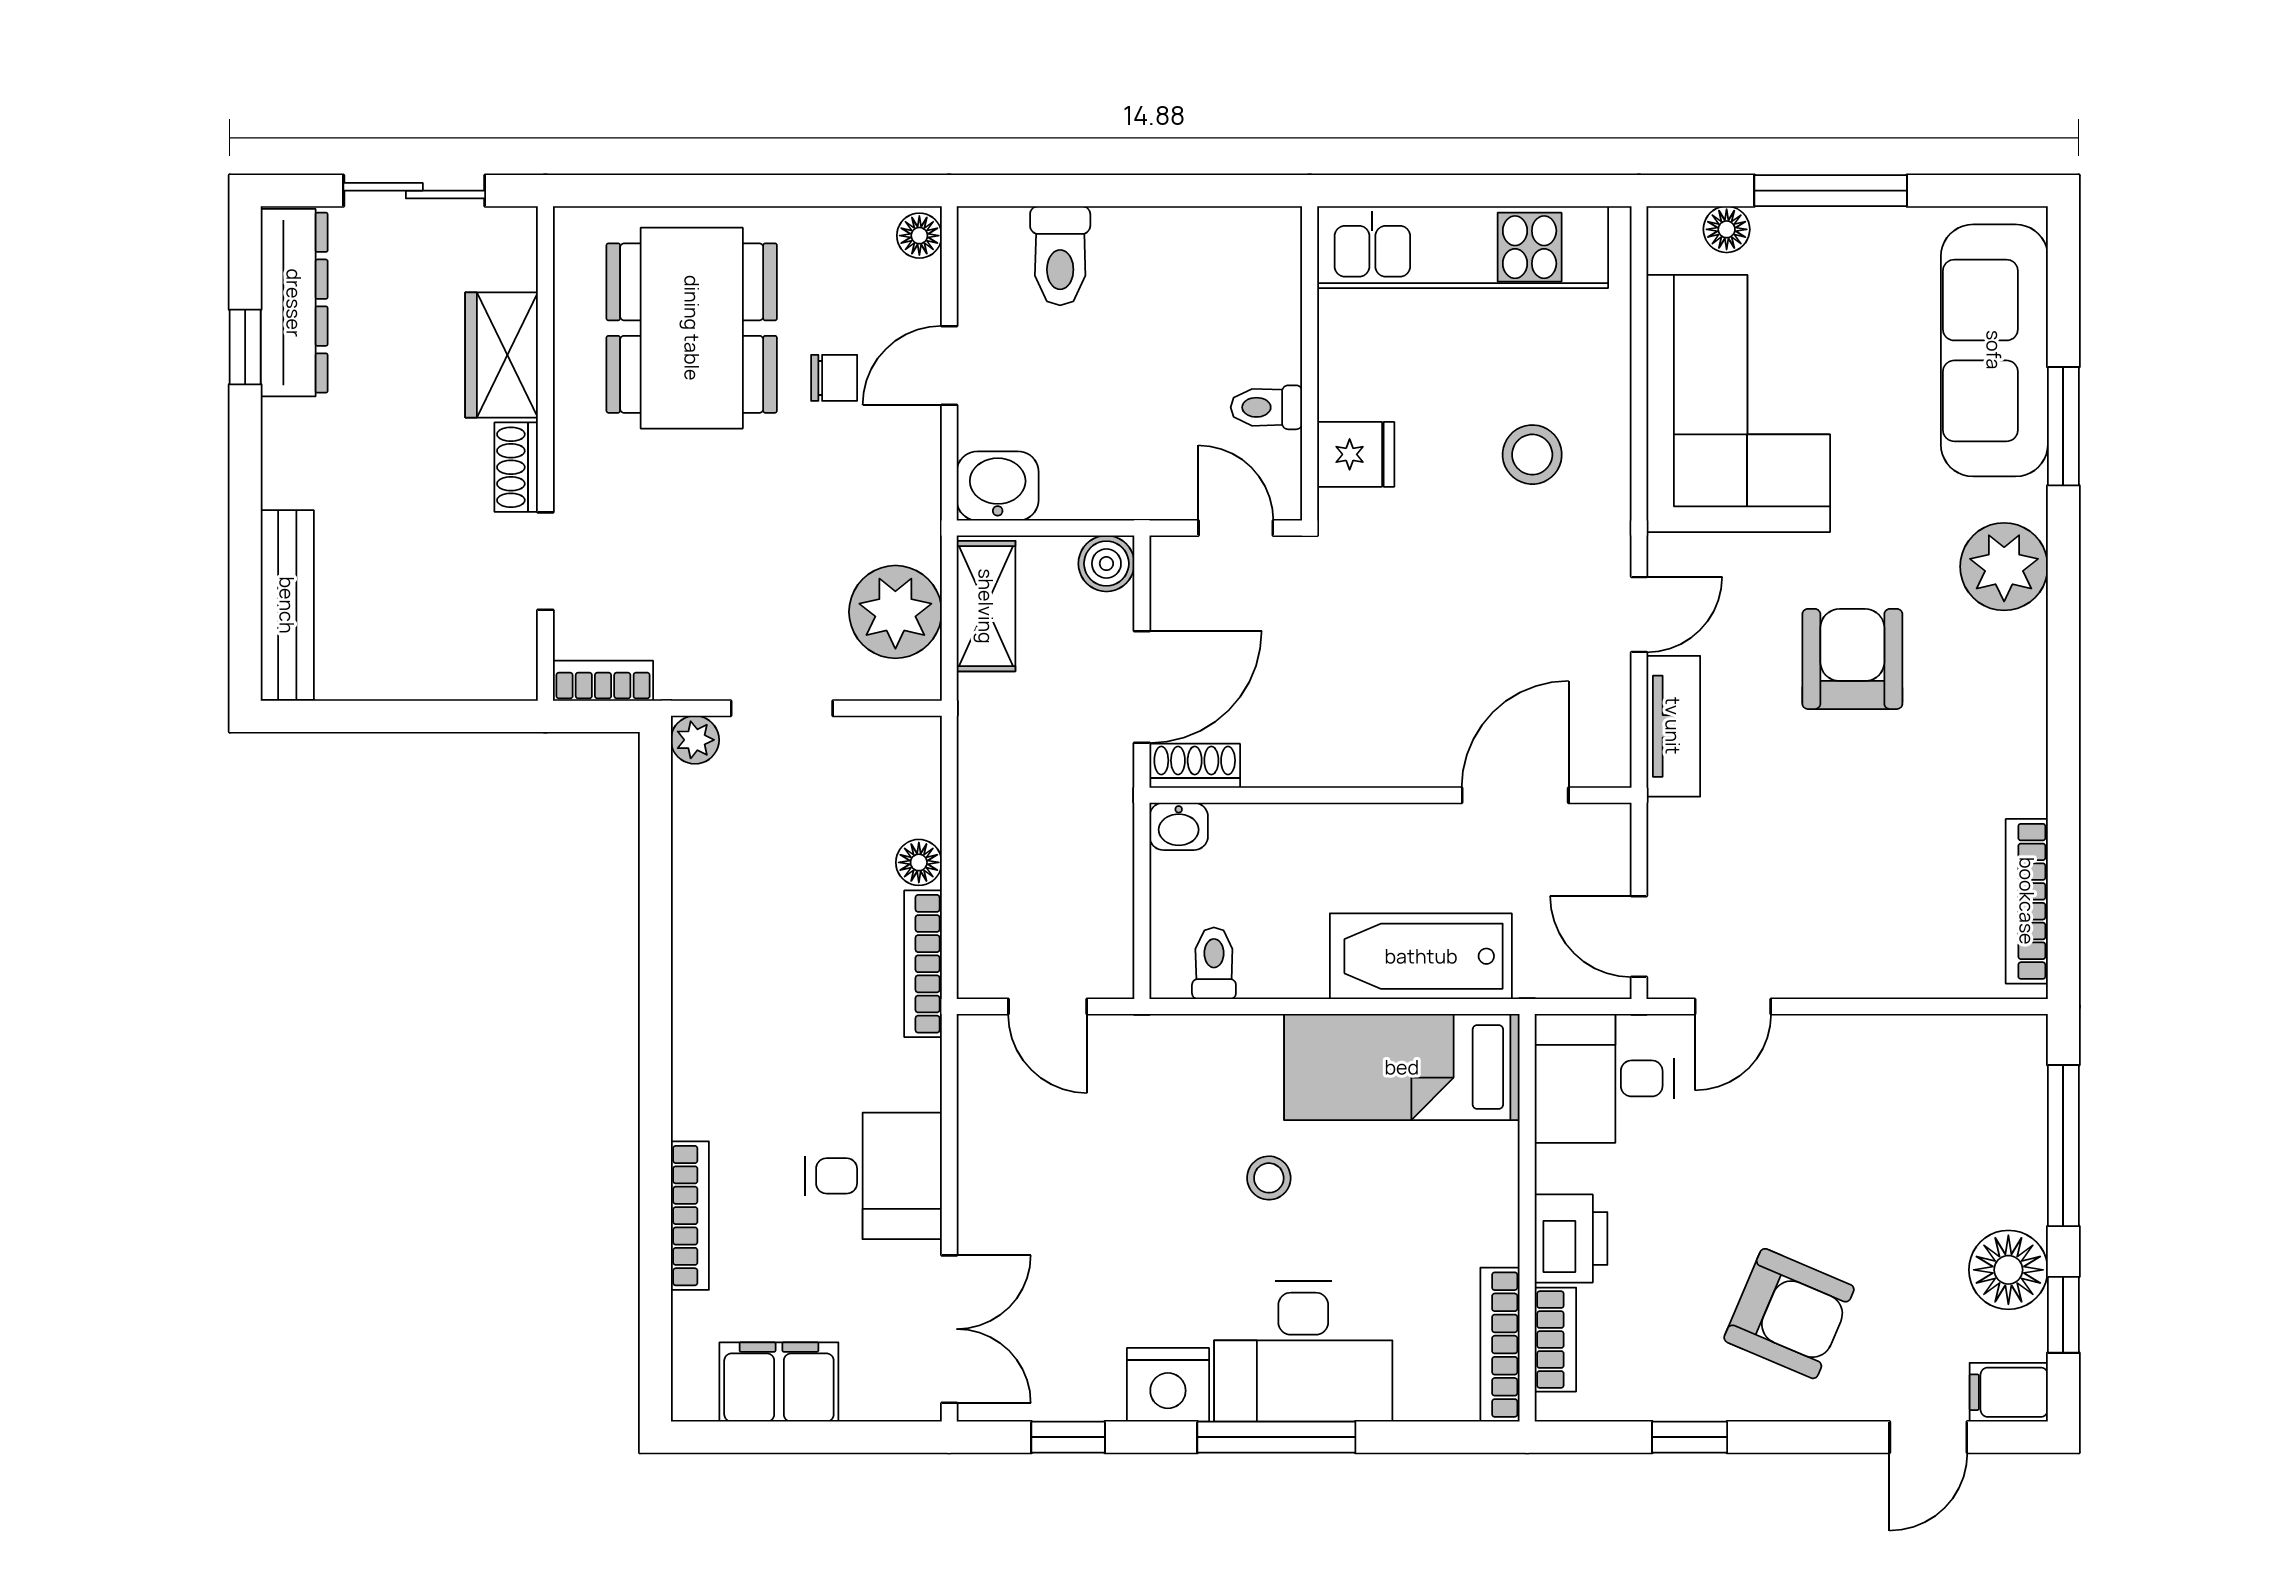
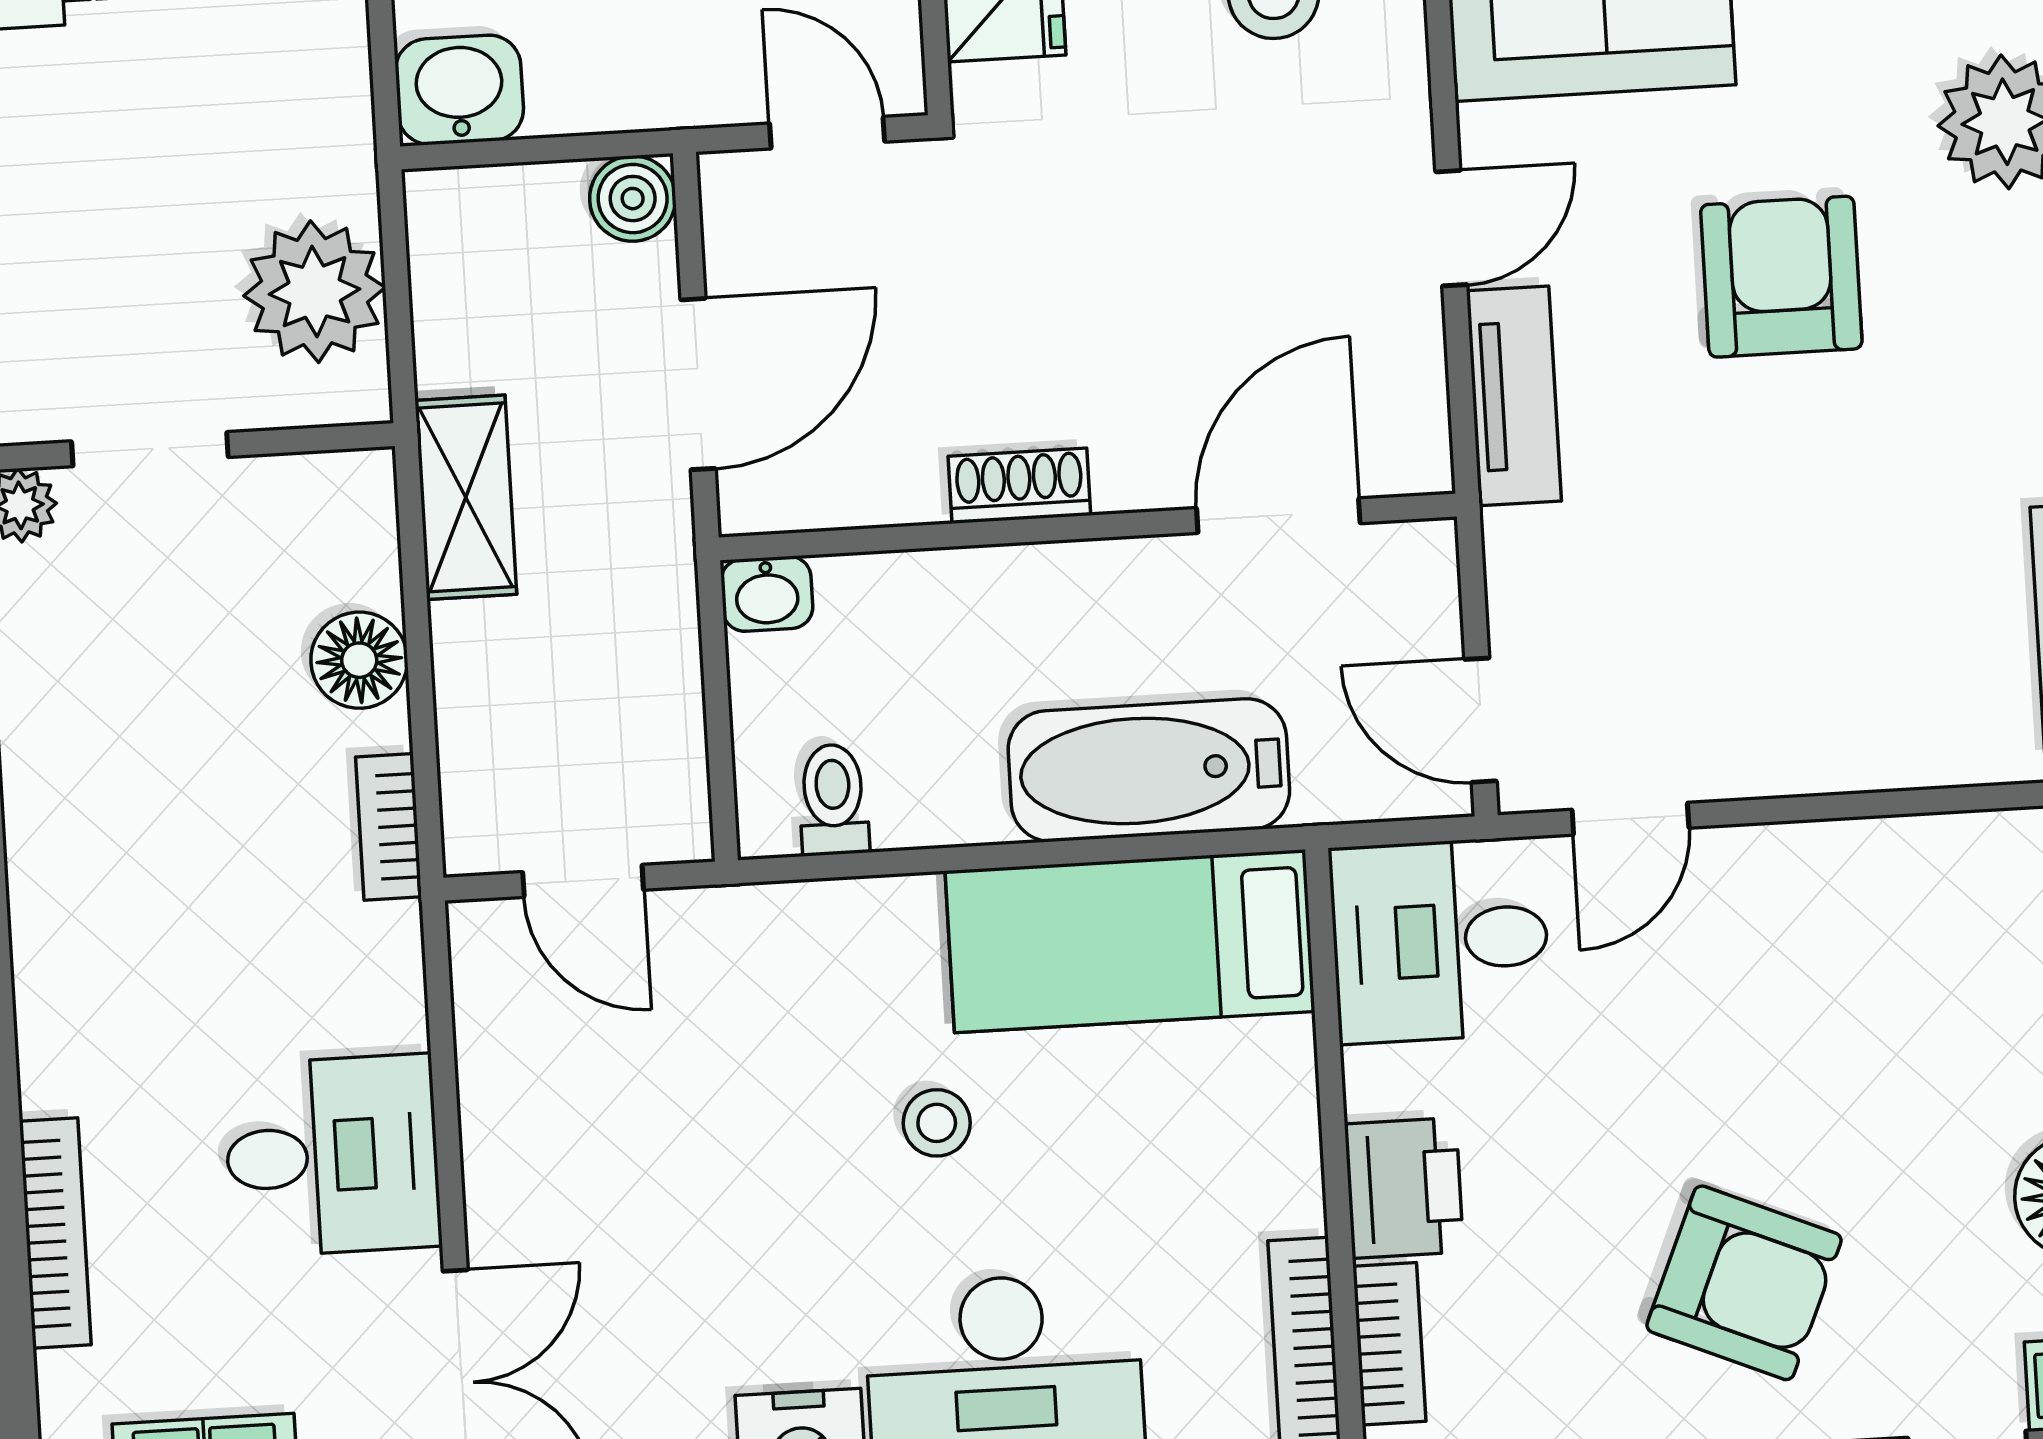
shelving: (986, 606) -> (466, 497), moved
shoe rack: (1195, 766) -> (1019, 486), moved
floor lamp: (919, 862) -> (359, 660), width x1.37, depth x1.37
bookcase: (923, 964) -> (389, 827), width x0.64

